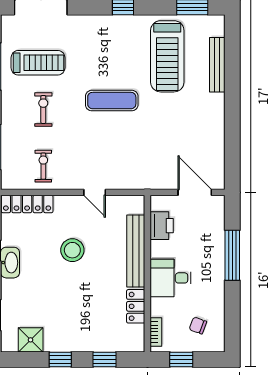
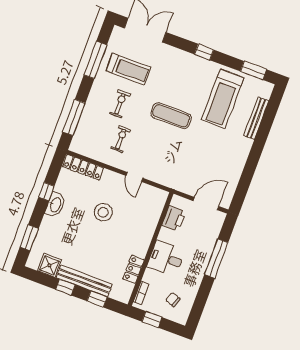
exercise bike: (43, 166) -> (121, 139), moved
door: (195, 192) -> (206, 204), hinge flipped
bench: (136, 251) -> (84, 281), moved, turned 90

